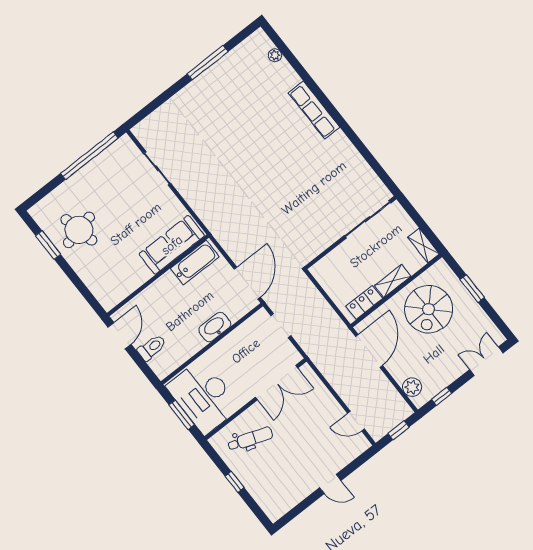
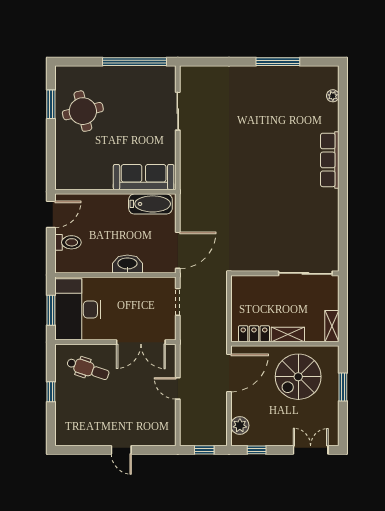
door: (356, 421) -> (178, 388), moved

